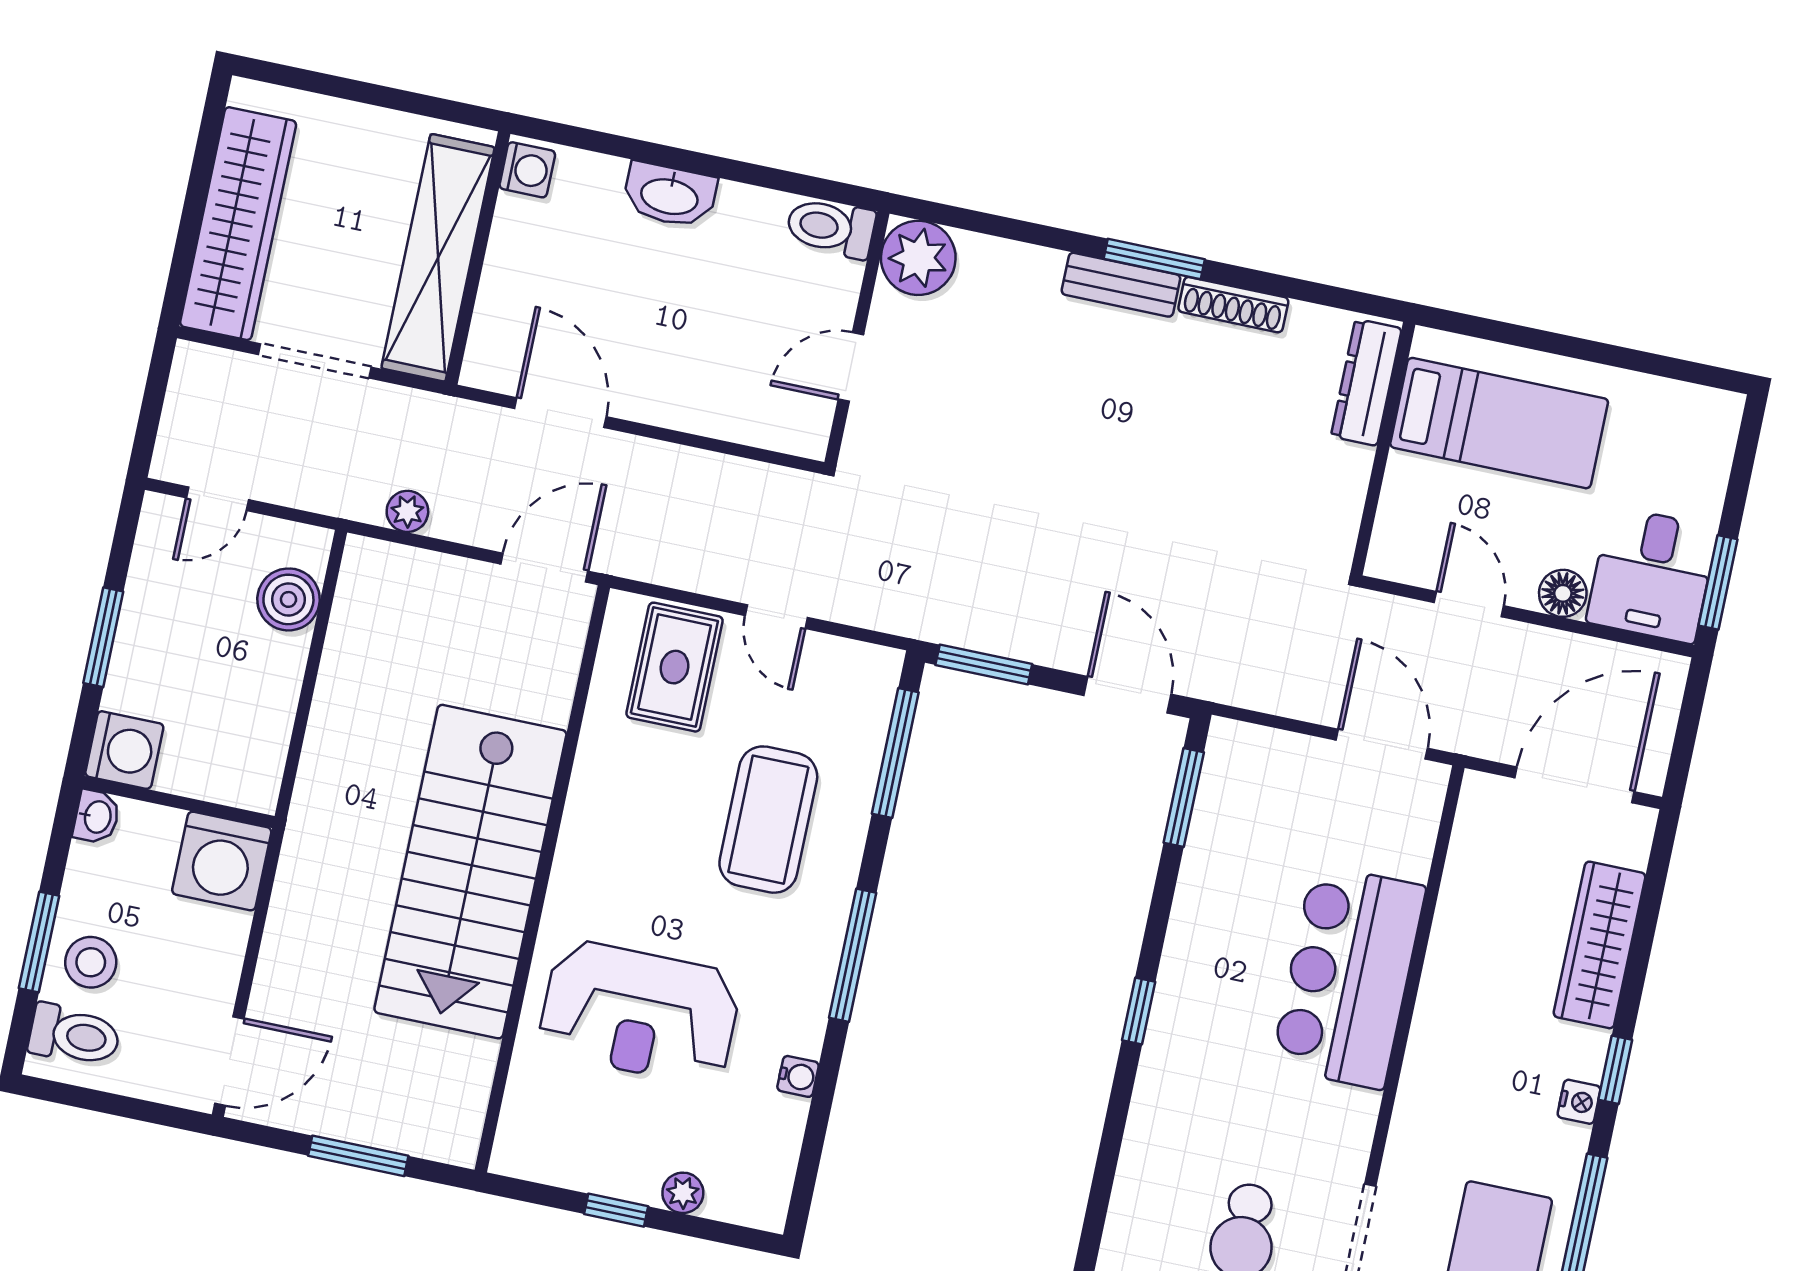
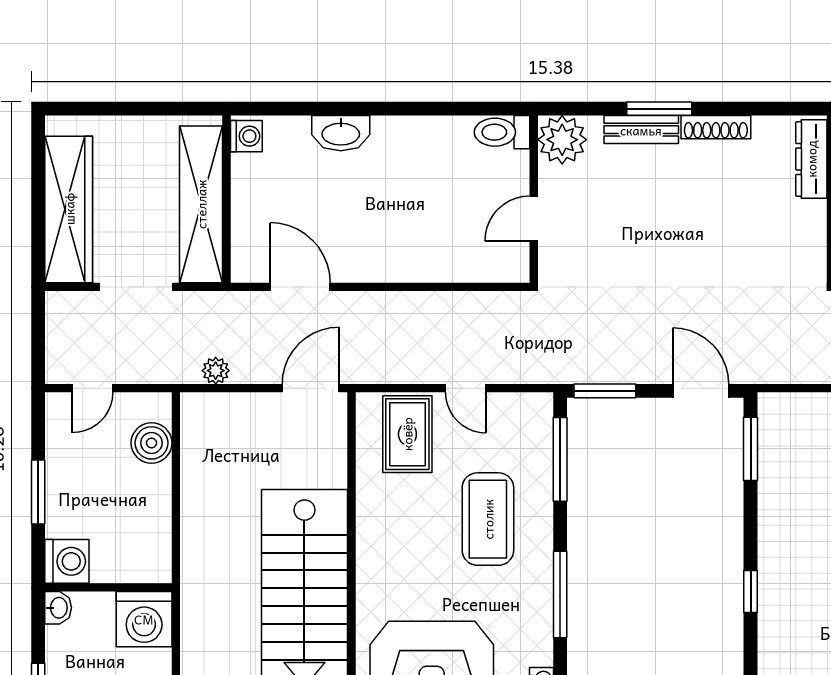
toilet: (831, 228) -> (502, 132), moved
plant: (918, 258) -> (562, 140), moved
wall: (857, 338) -> (534, 199), moved
door: (851, 367) -> (534, 219), moved

